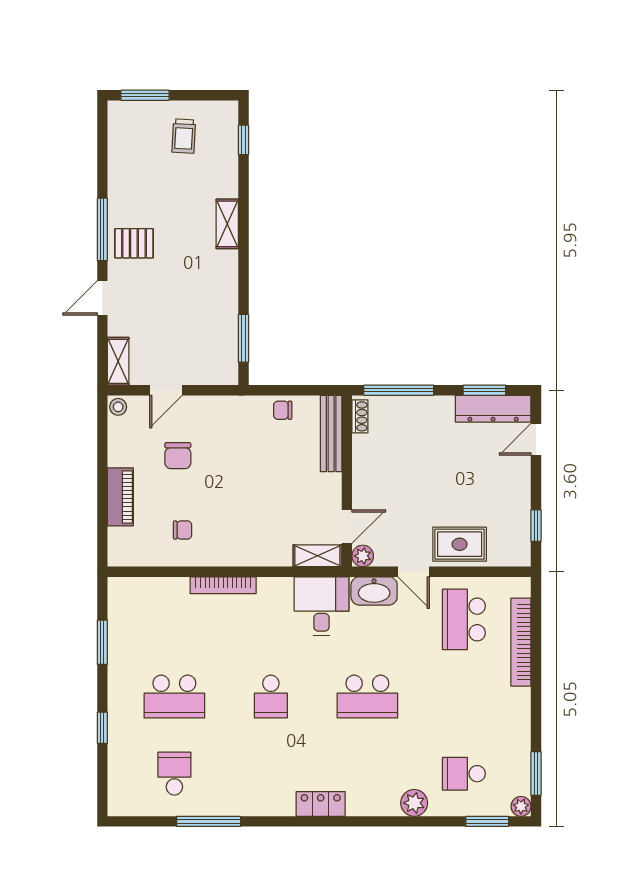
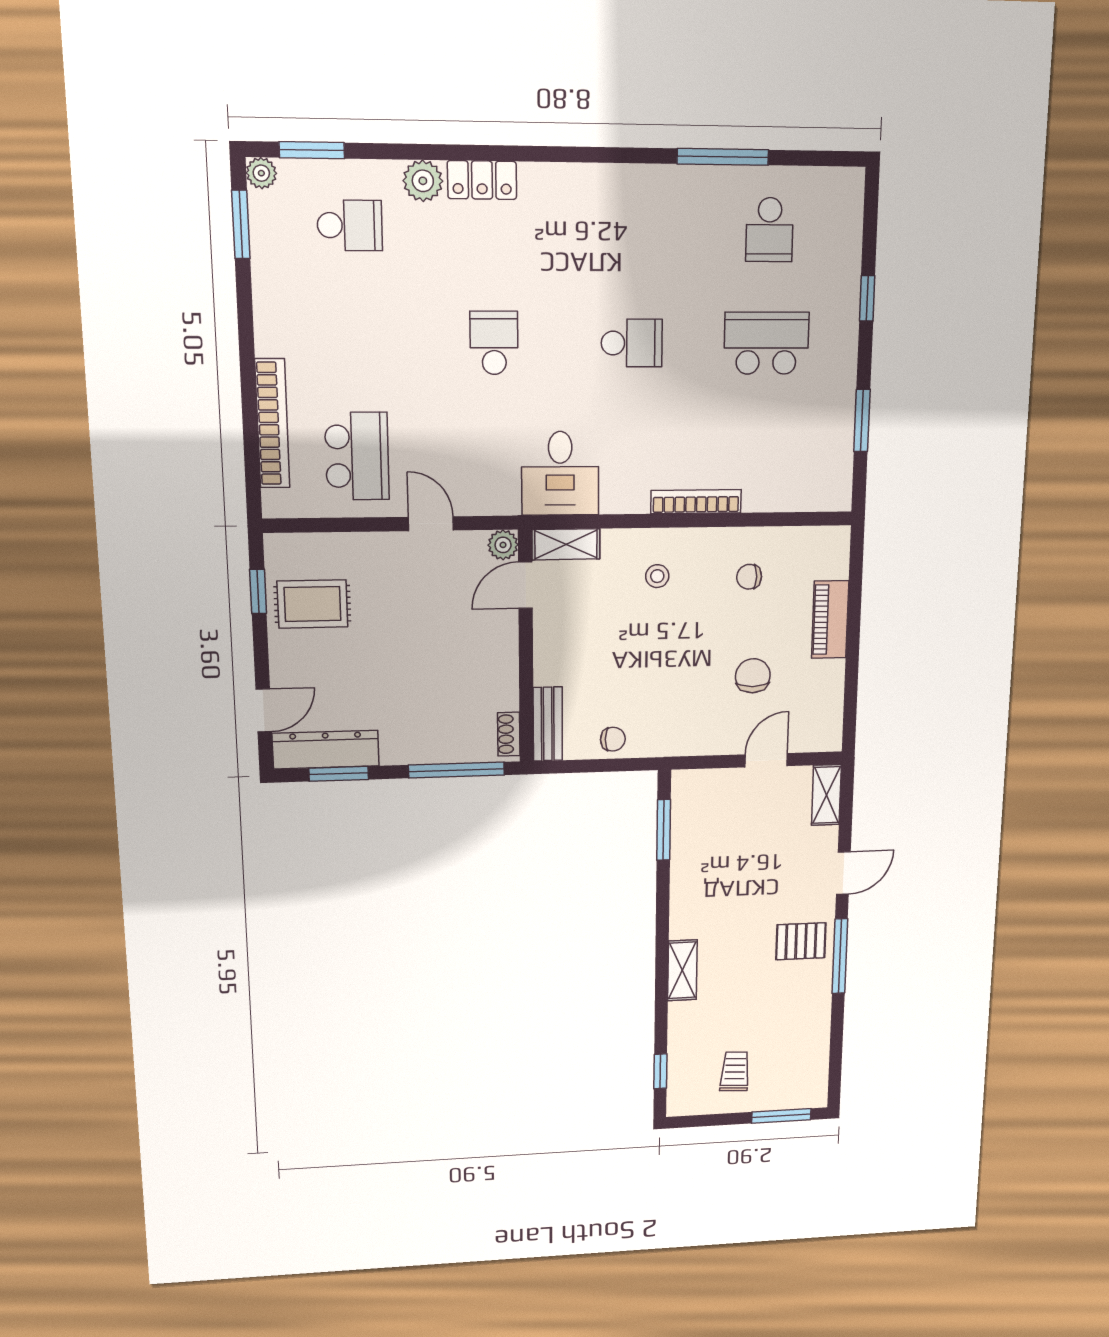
stool: (118, 407) -> (657, 576), moved
bench: (331, 433) -> (548, 724), width x0.73
rug: (460, 544) -> (312, 604), moved
washbasin: (374, 591) -> (486, 496), removed
school desk: (271, 697) -> (632, 343), turned 90
school desk: (367, 697) -> (494, 343), width x0.54
locker: (321, 804) -> (482, 180), moved

